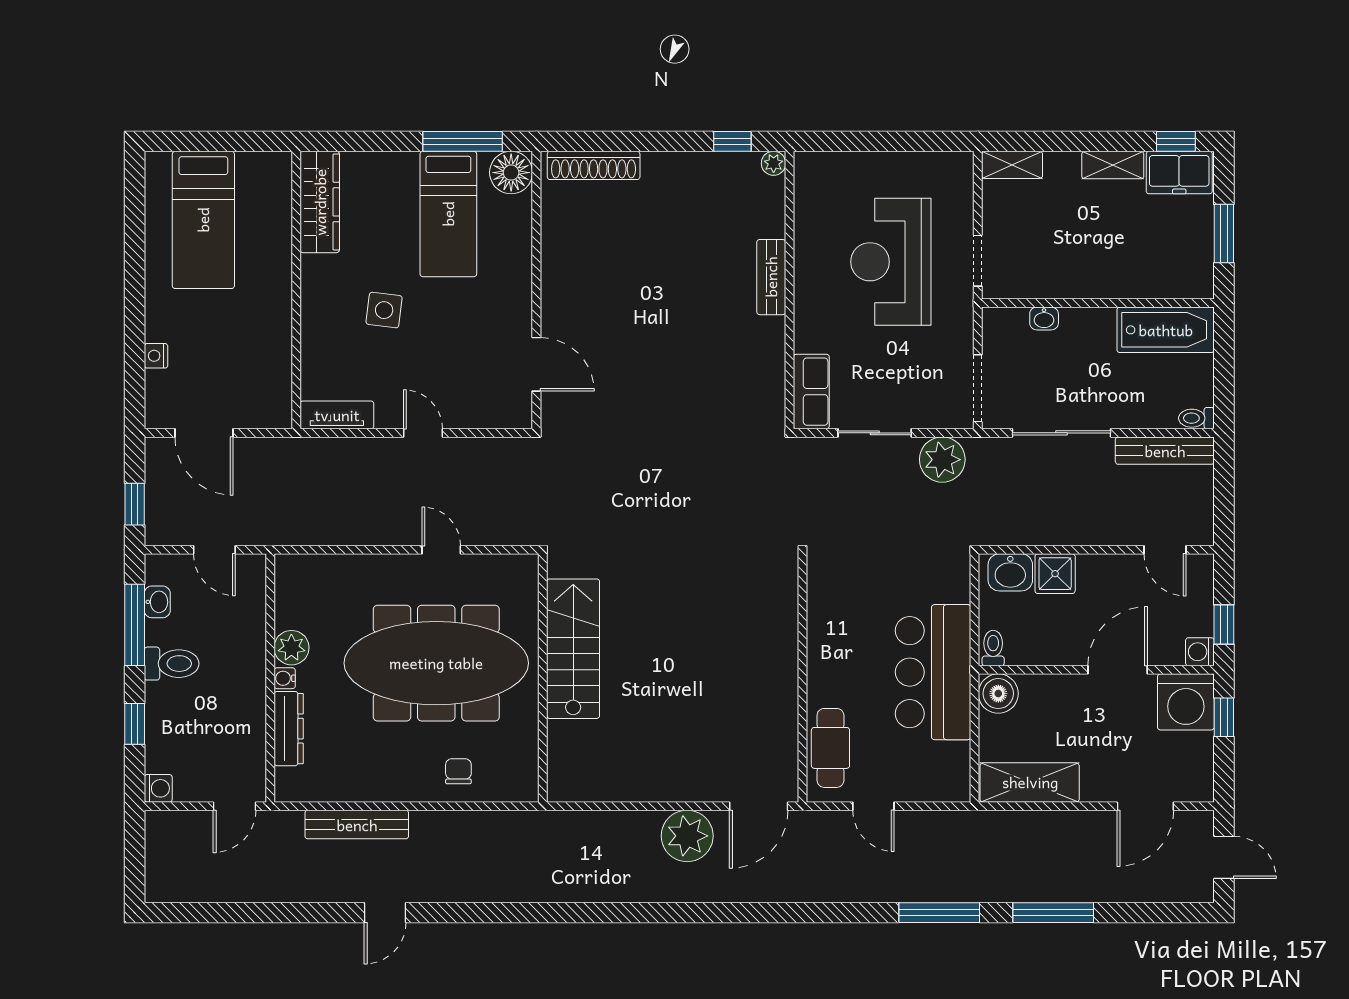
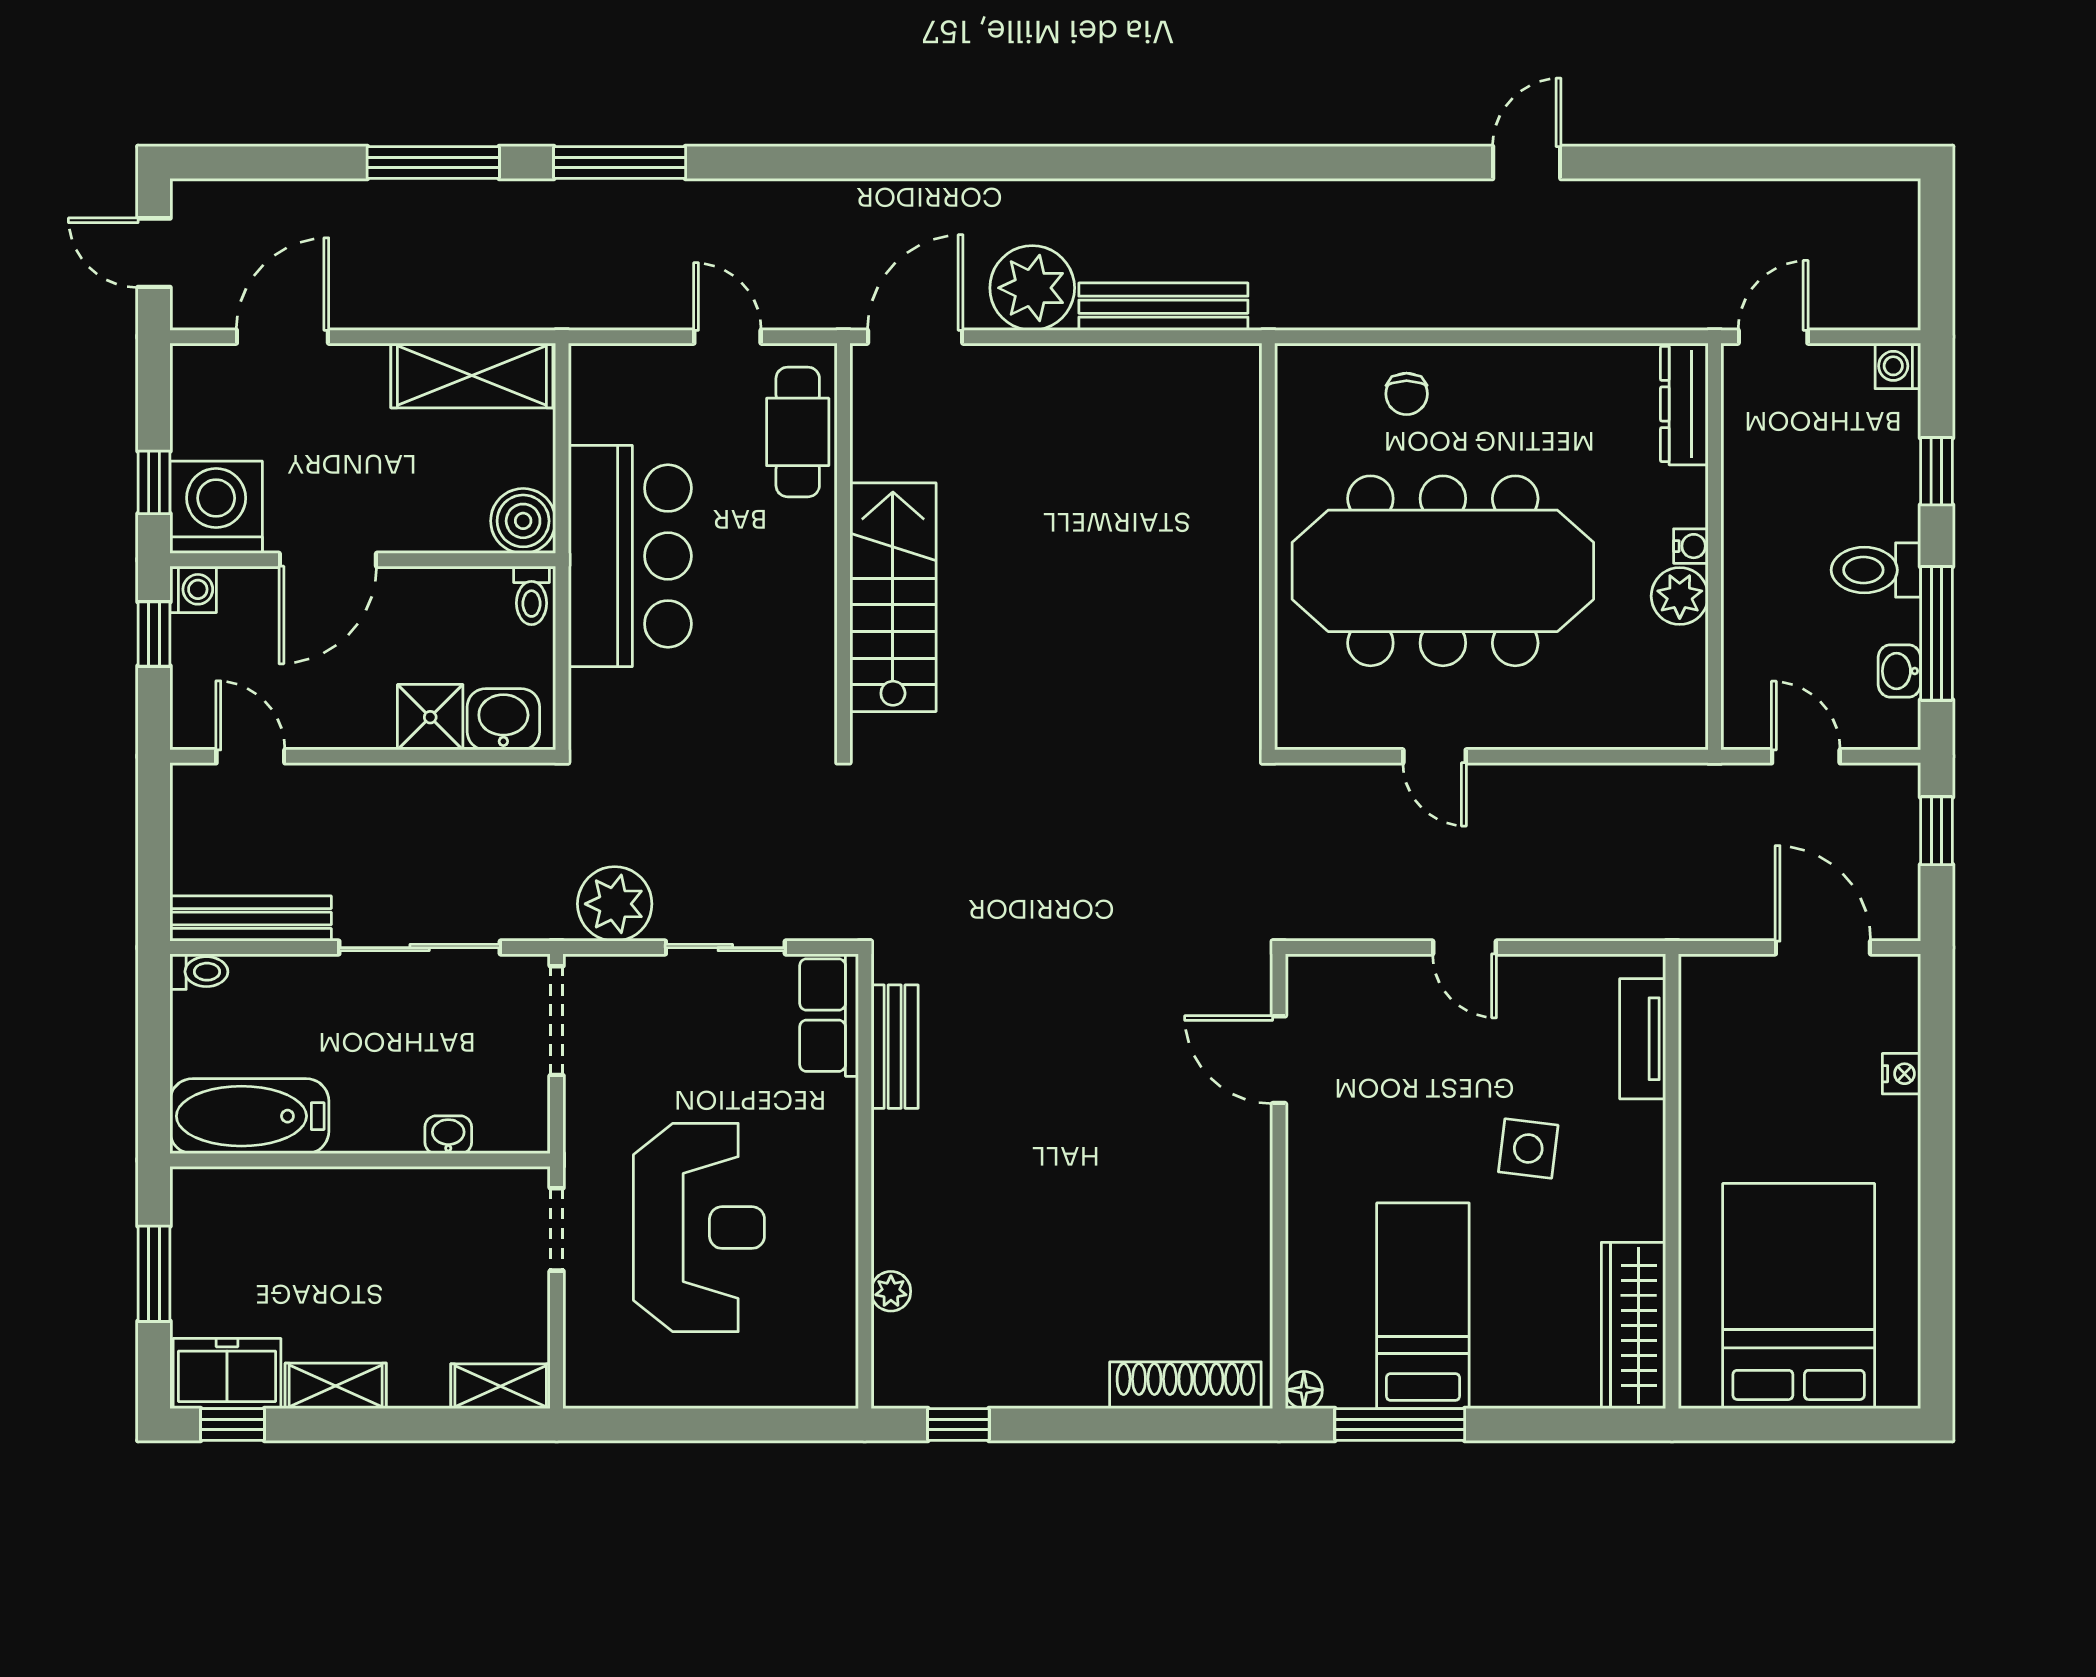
plant: (774, 163) -> (891, 1291), moved
floor lamp: (511, 173) -> (1304, 1390), width x0.53, depth x0.53
bed: (203, 220) -> (1799, 1296), width x1.50
bench: (771, 277) -> (895, 1047), moved
tv unit: (337, 415) -> (1643, 1039), moved, turned 90
stairs: (573, 649) -> (893, 597), moved, turned 180
dresser: (289, 729) -> (1684, 404), moved
bench: (357, 825) -> (1163, 307), moved

